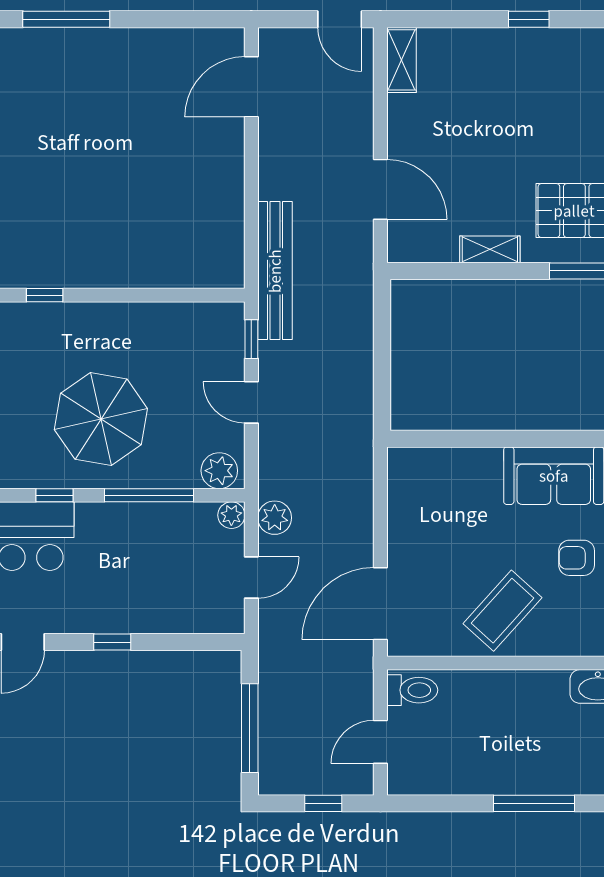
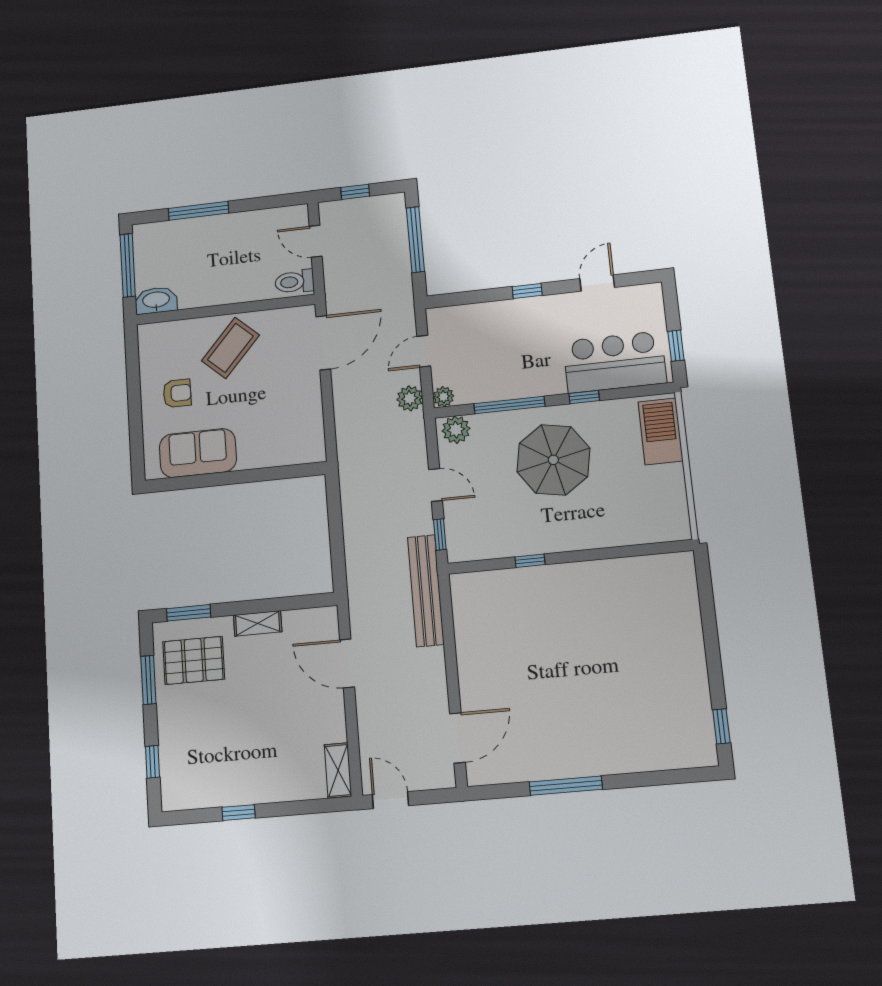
window: (66, 19) -> (566, 786), moved
window: (45, 295) -> (530, 561), moved
door: (380, 742) -> (316, 241), swing flipped

